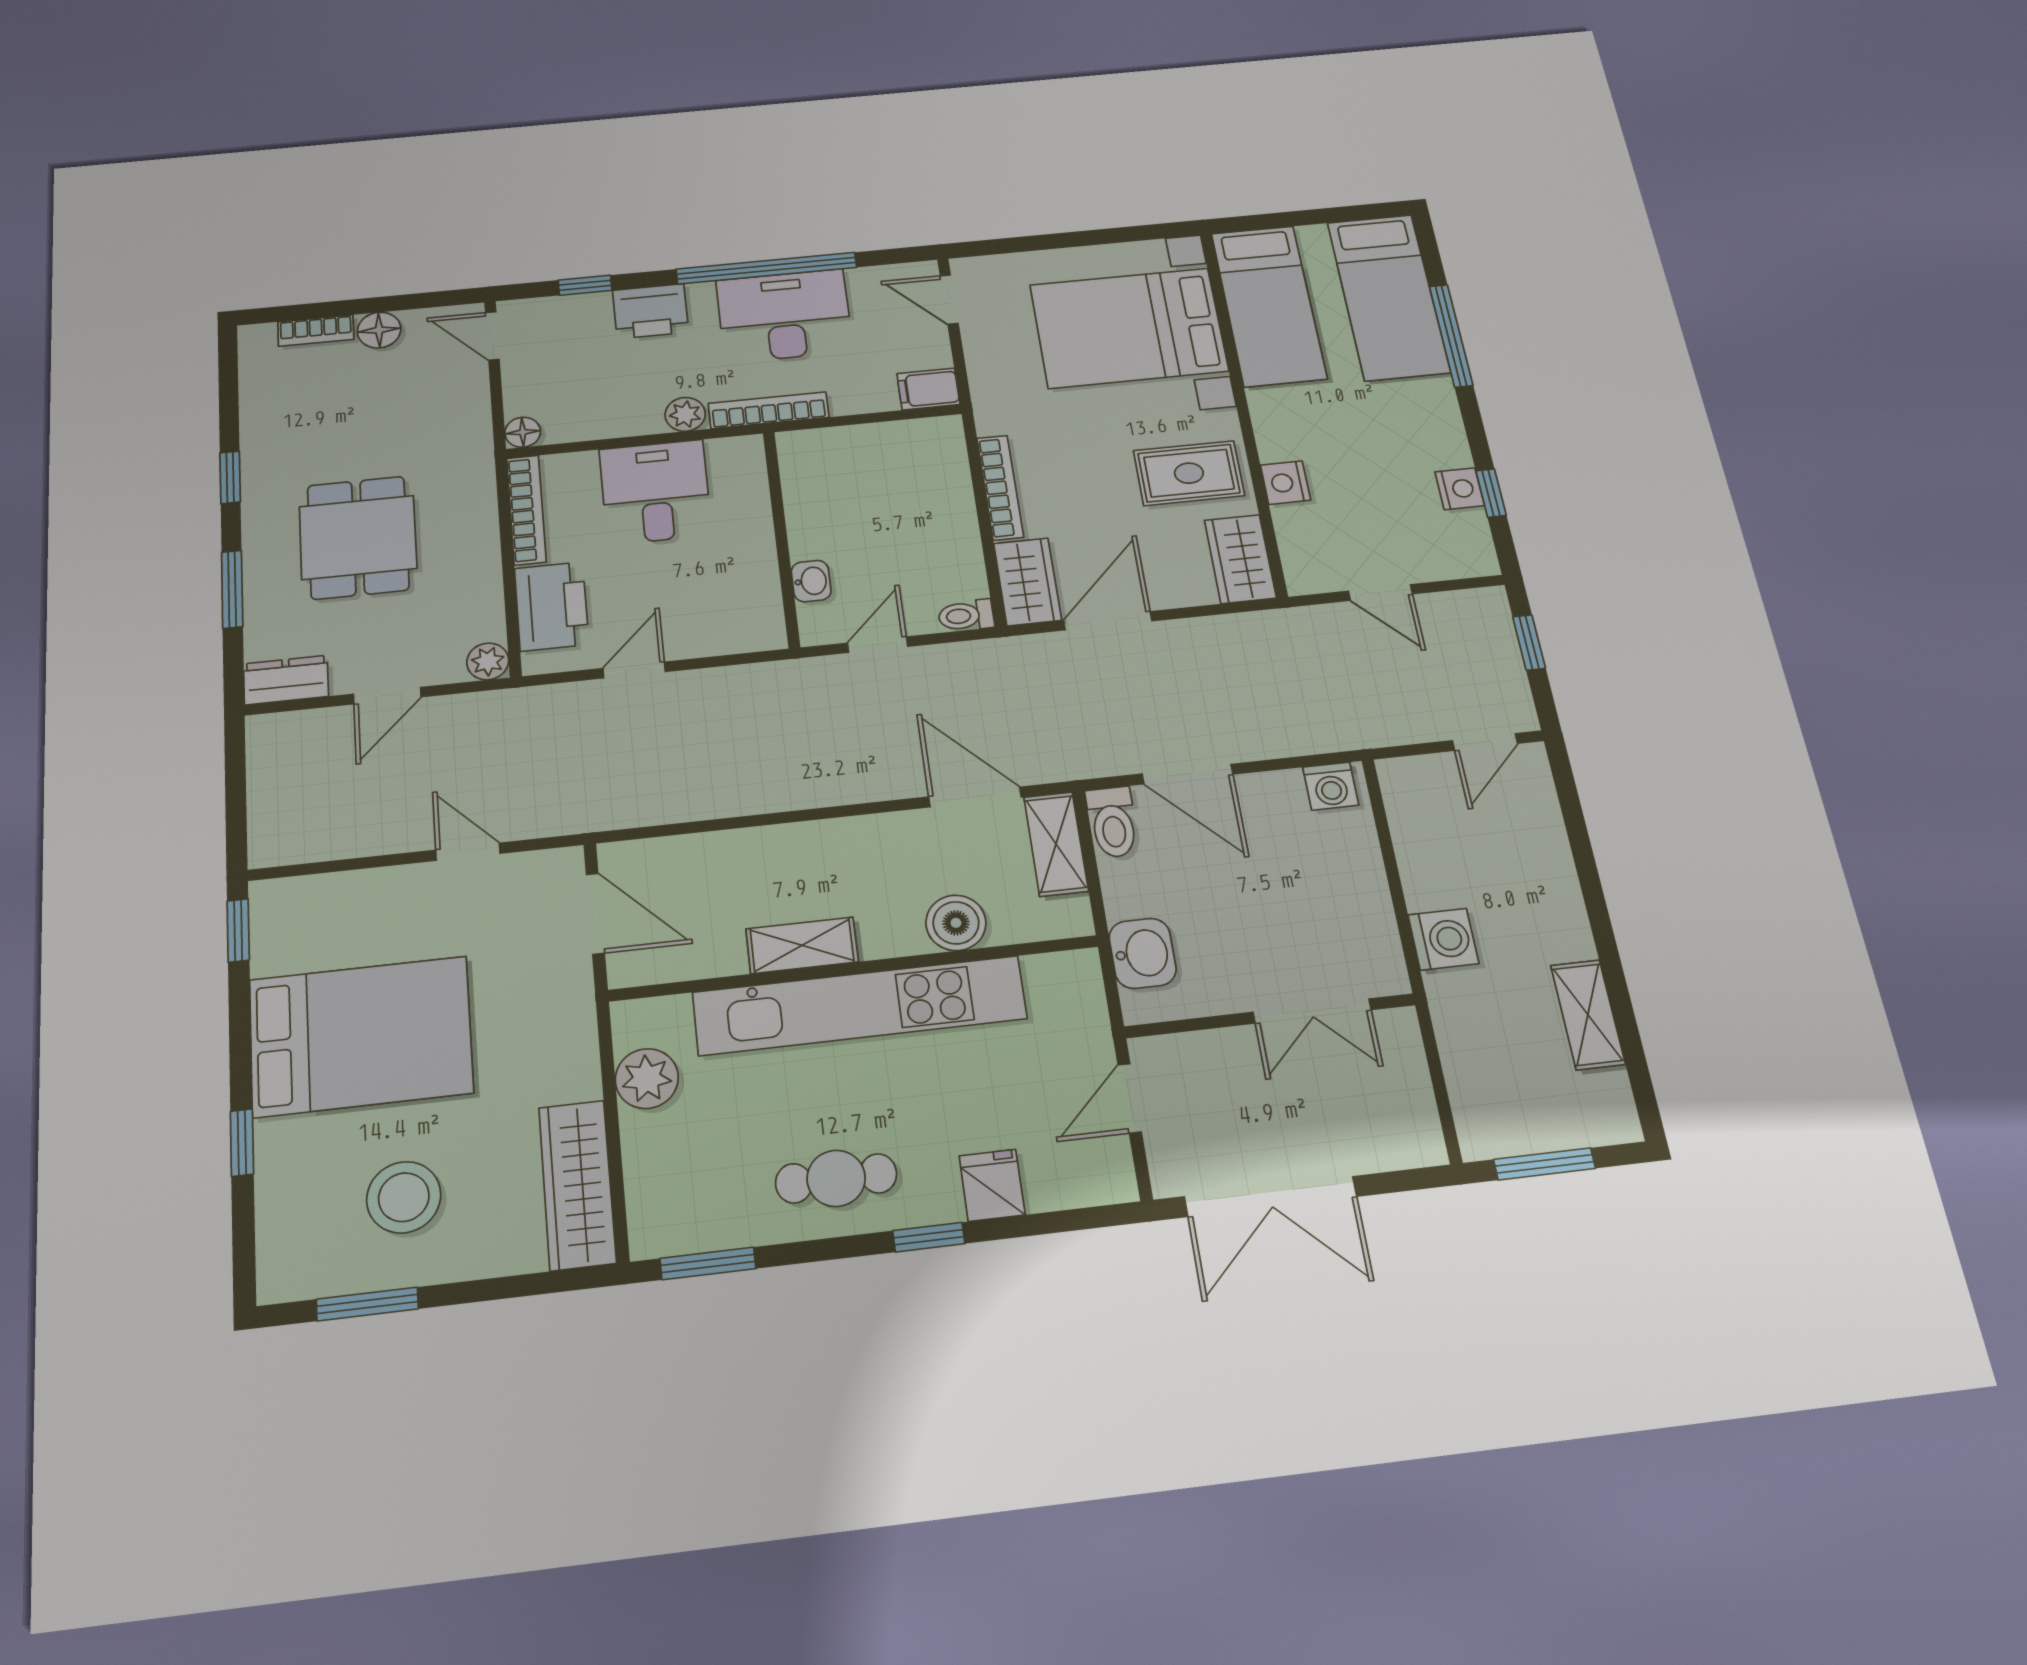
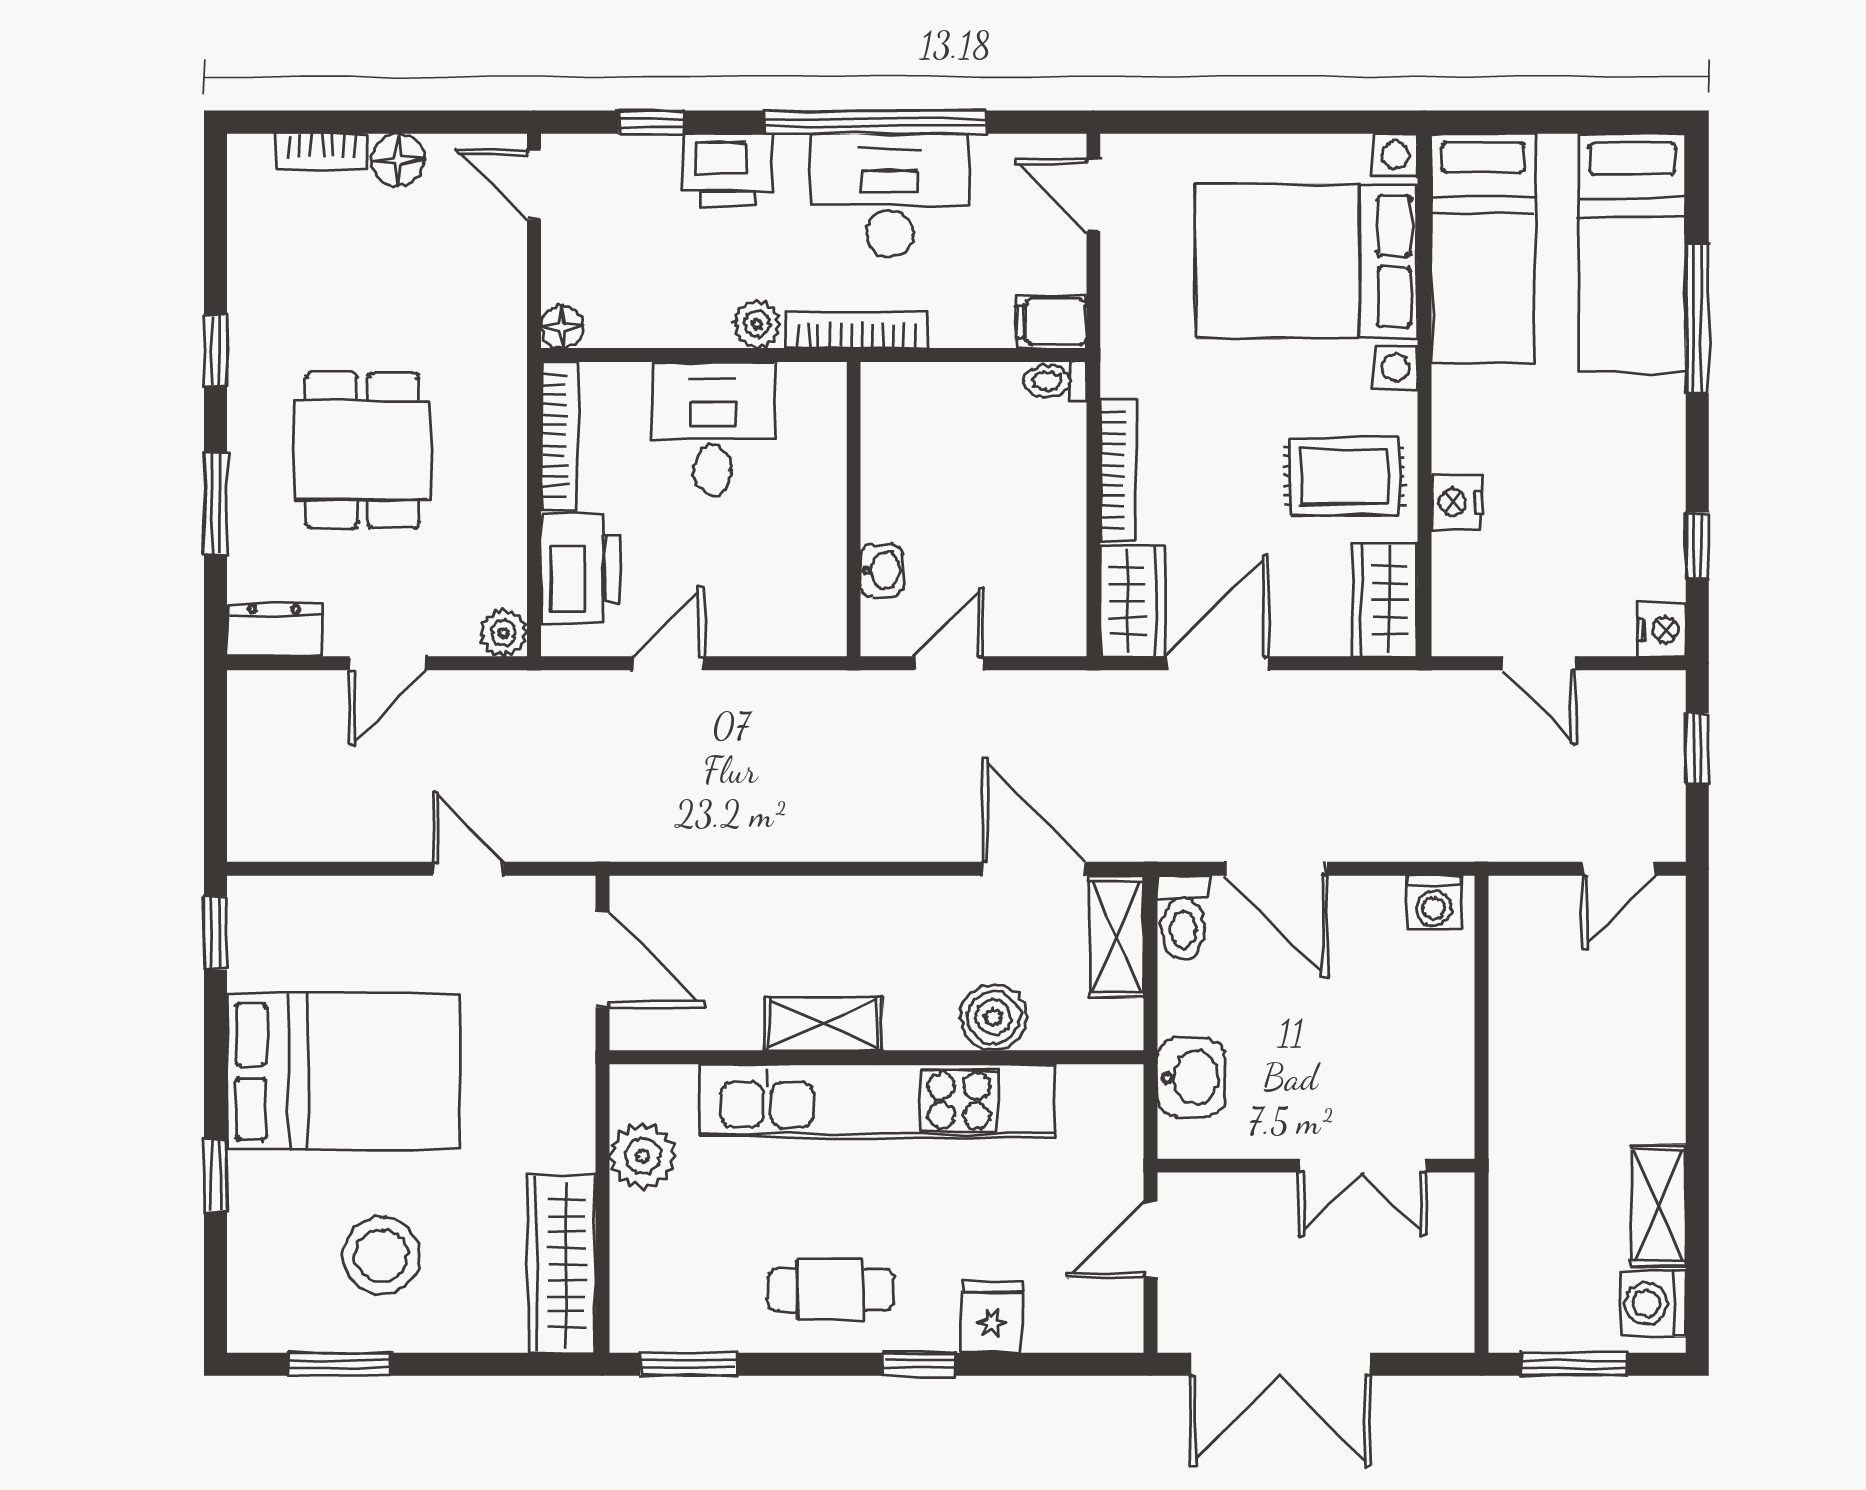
nightstand: (1460, 489) -> (1661, 630), moved
toilet: (966, 616) -> (1055, 381), moved
washing machine: (1443, 939) -> (1653, 1304), moved, turned 180

